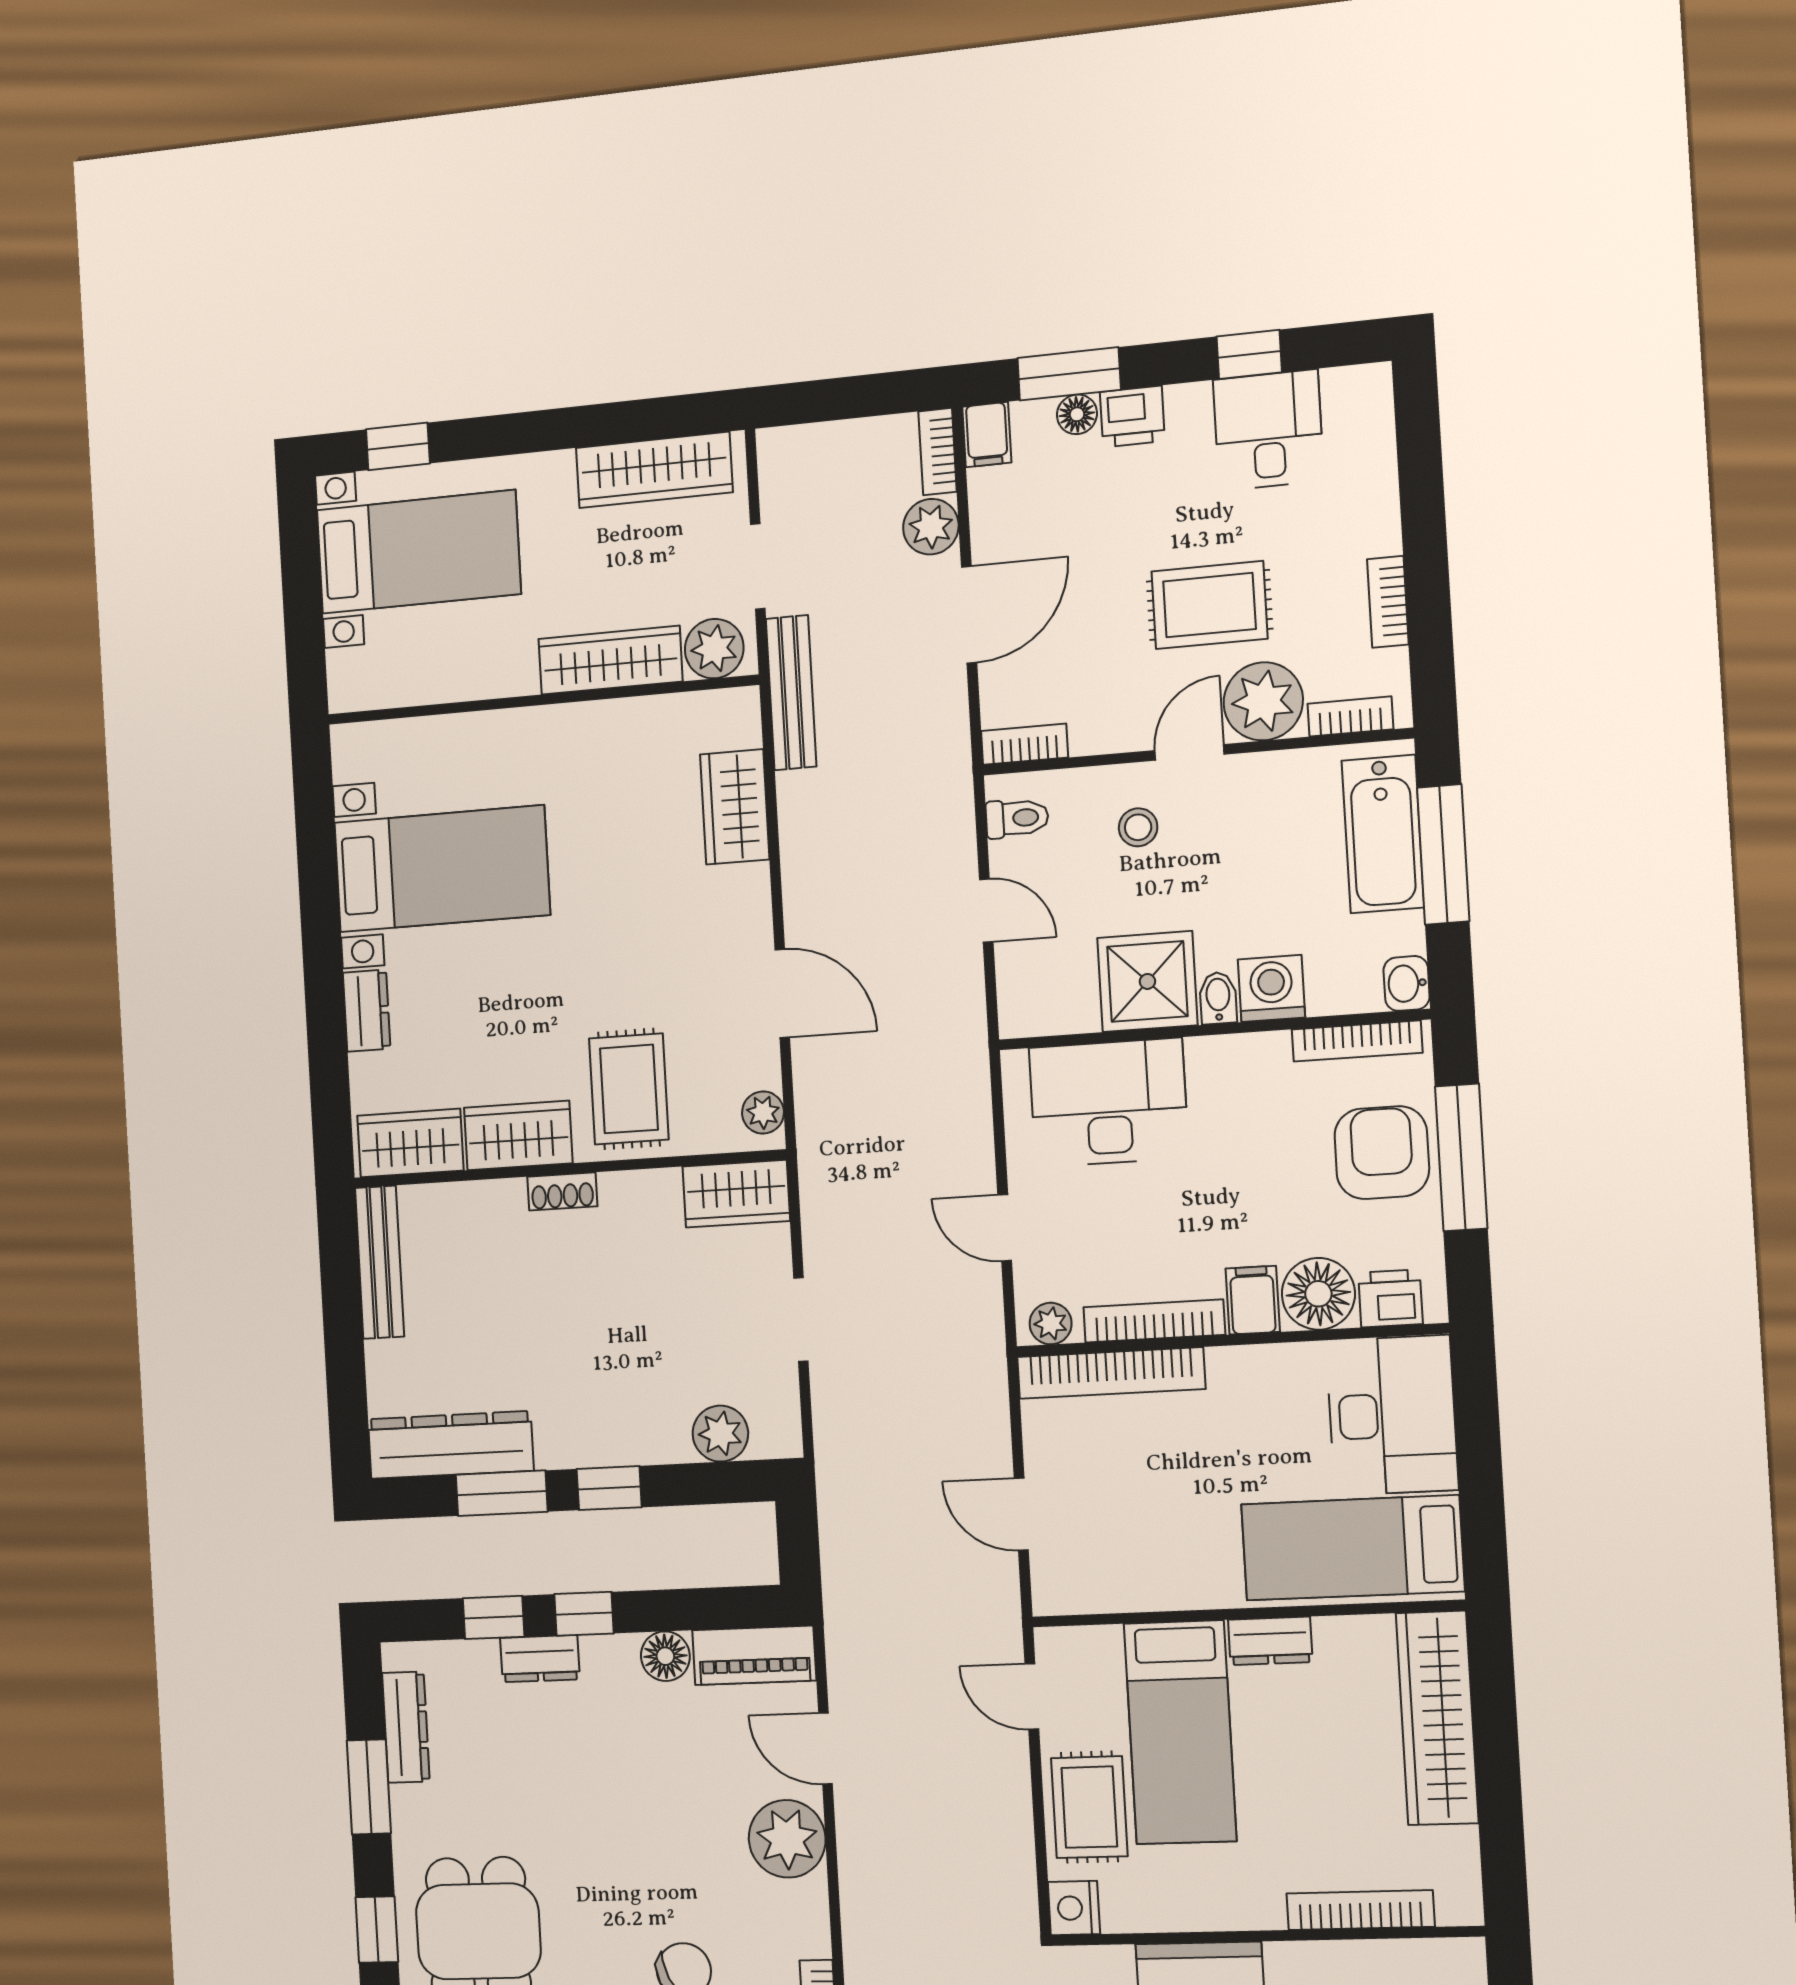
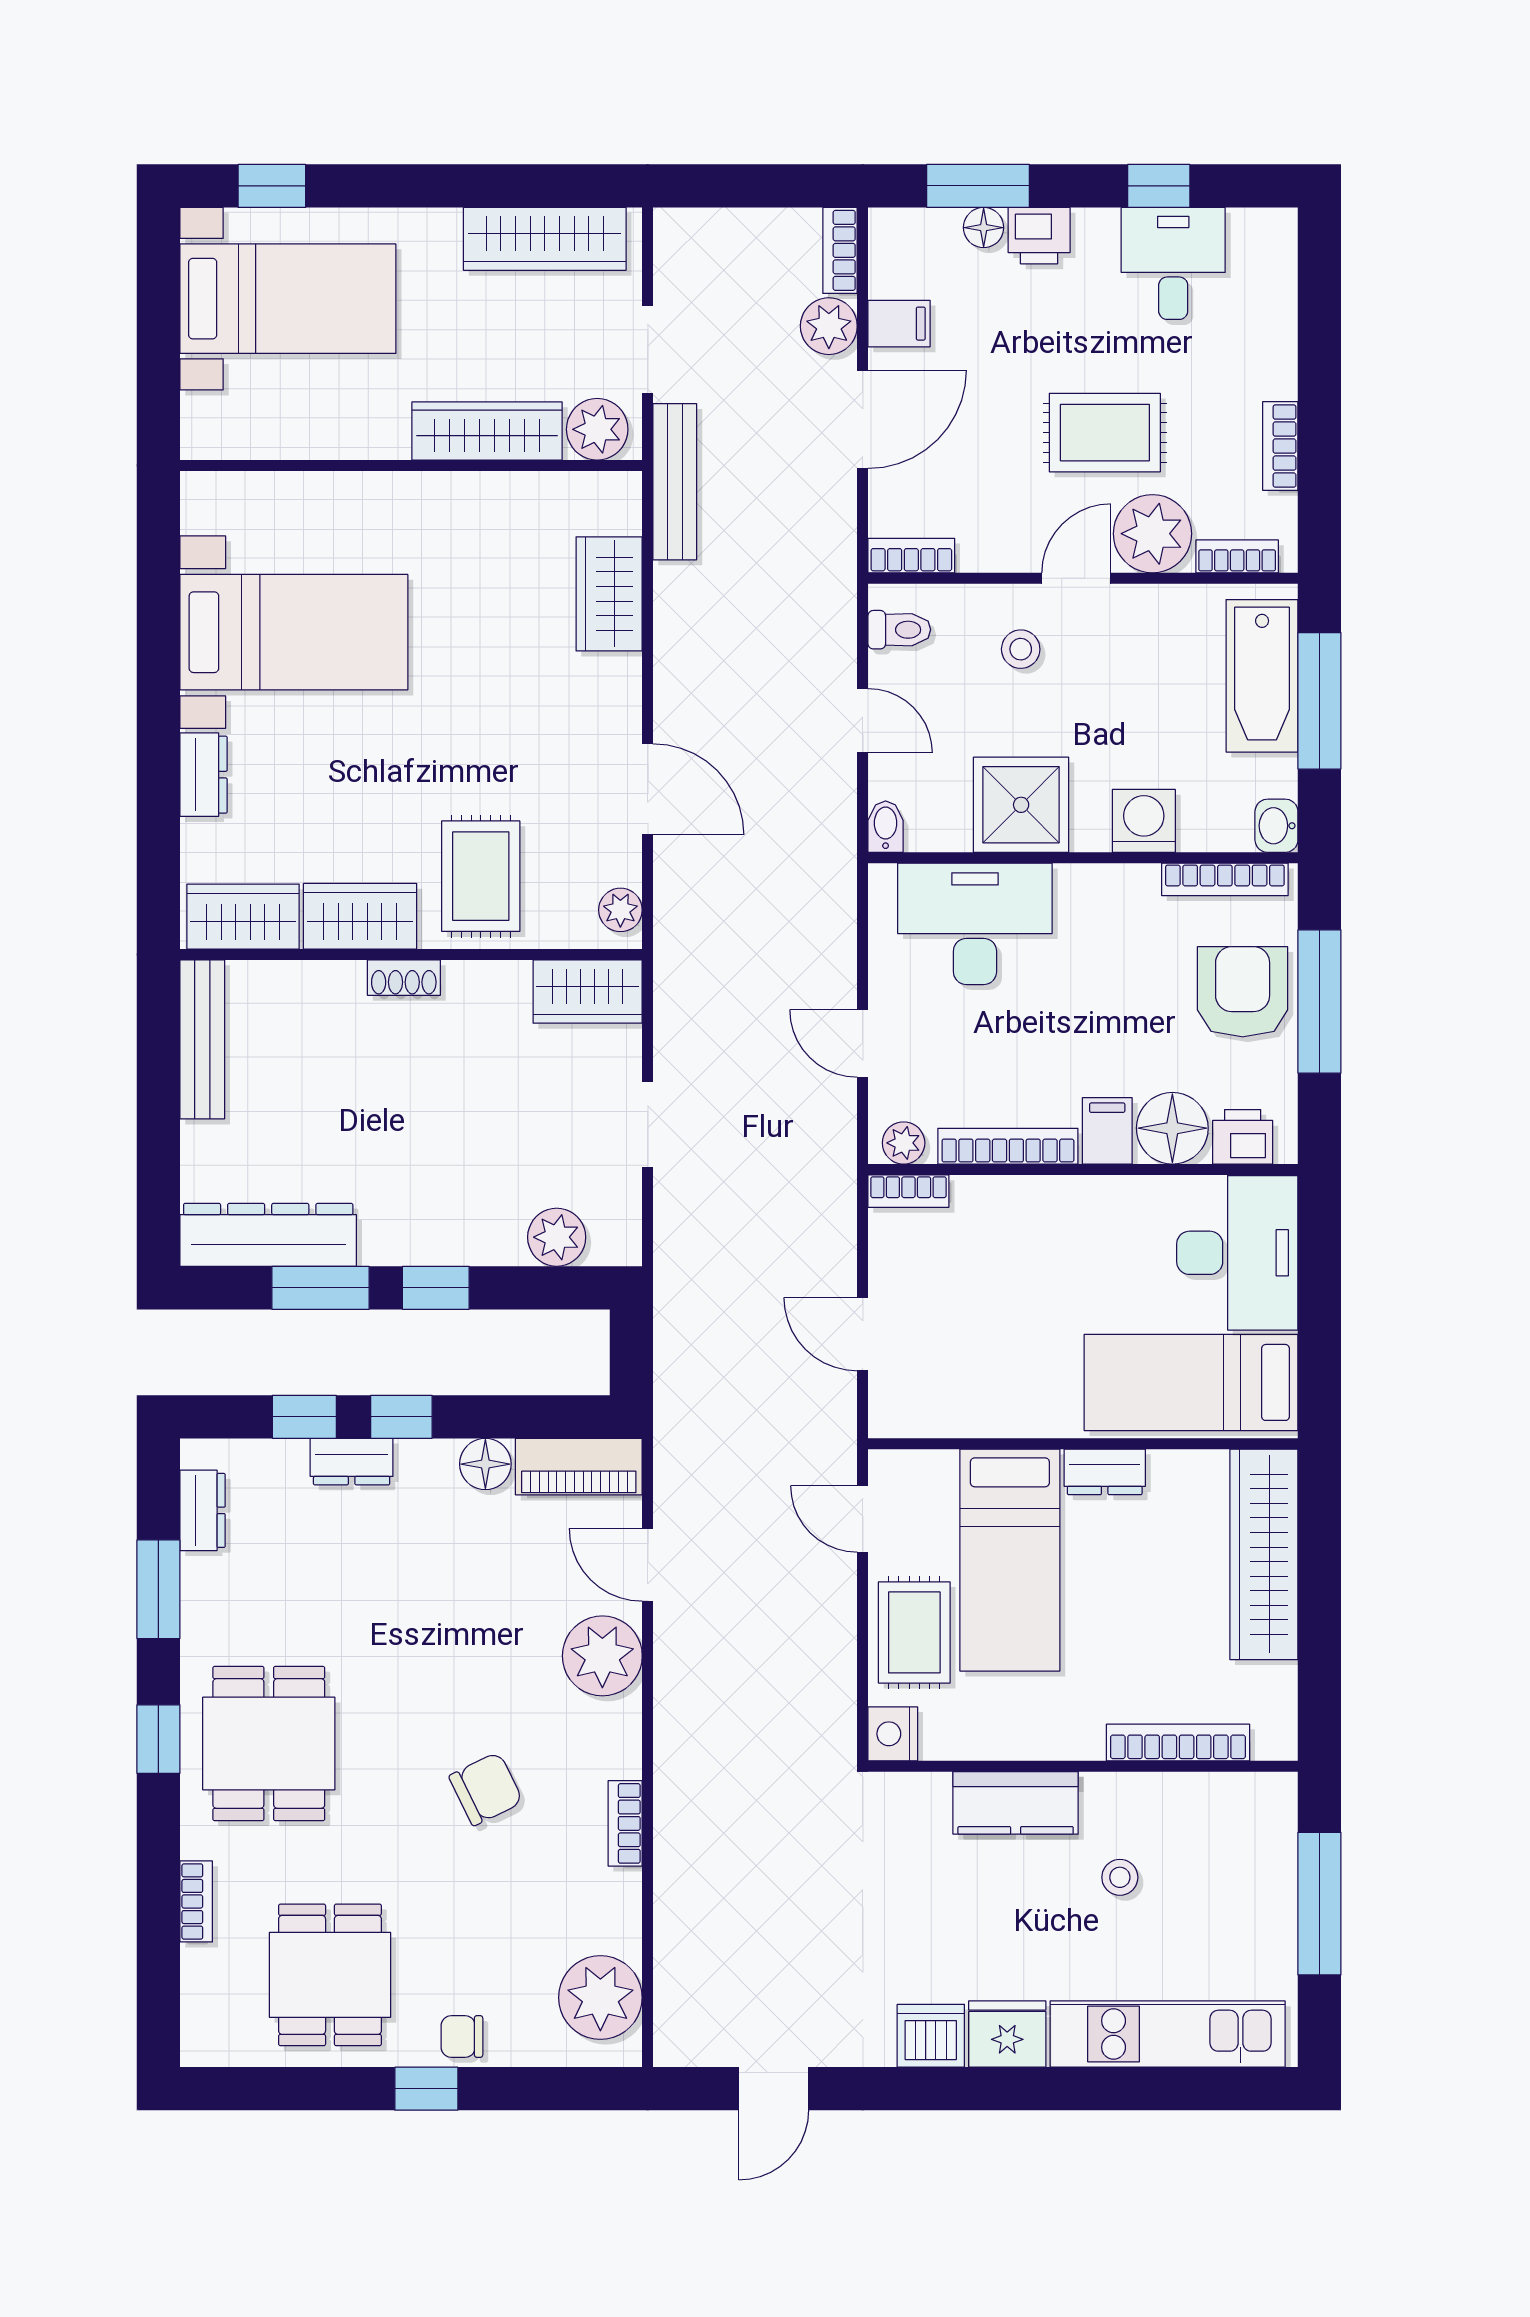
filing cabinet: (987, 435) -> (899, 324), moved, turned -90
bidet: (1218, 998) -> (886, 827), moved
bookcase: (1111, 1373) -> (908, 1191), width x0.43, depth x0.76
dresser: (406, 1727) -> (203, 1510), width x0.70

